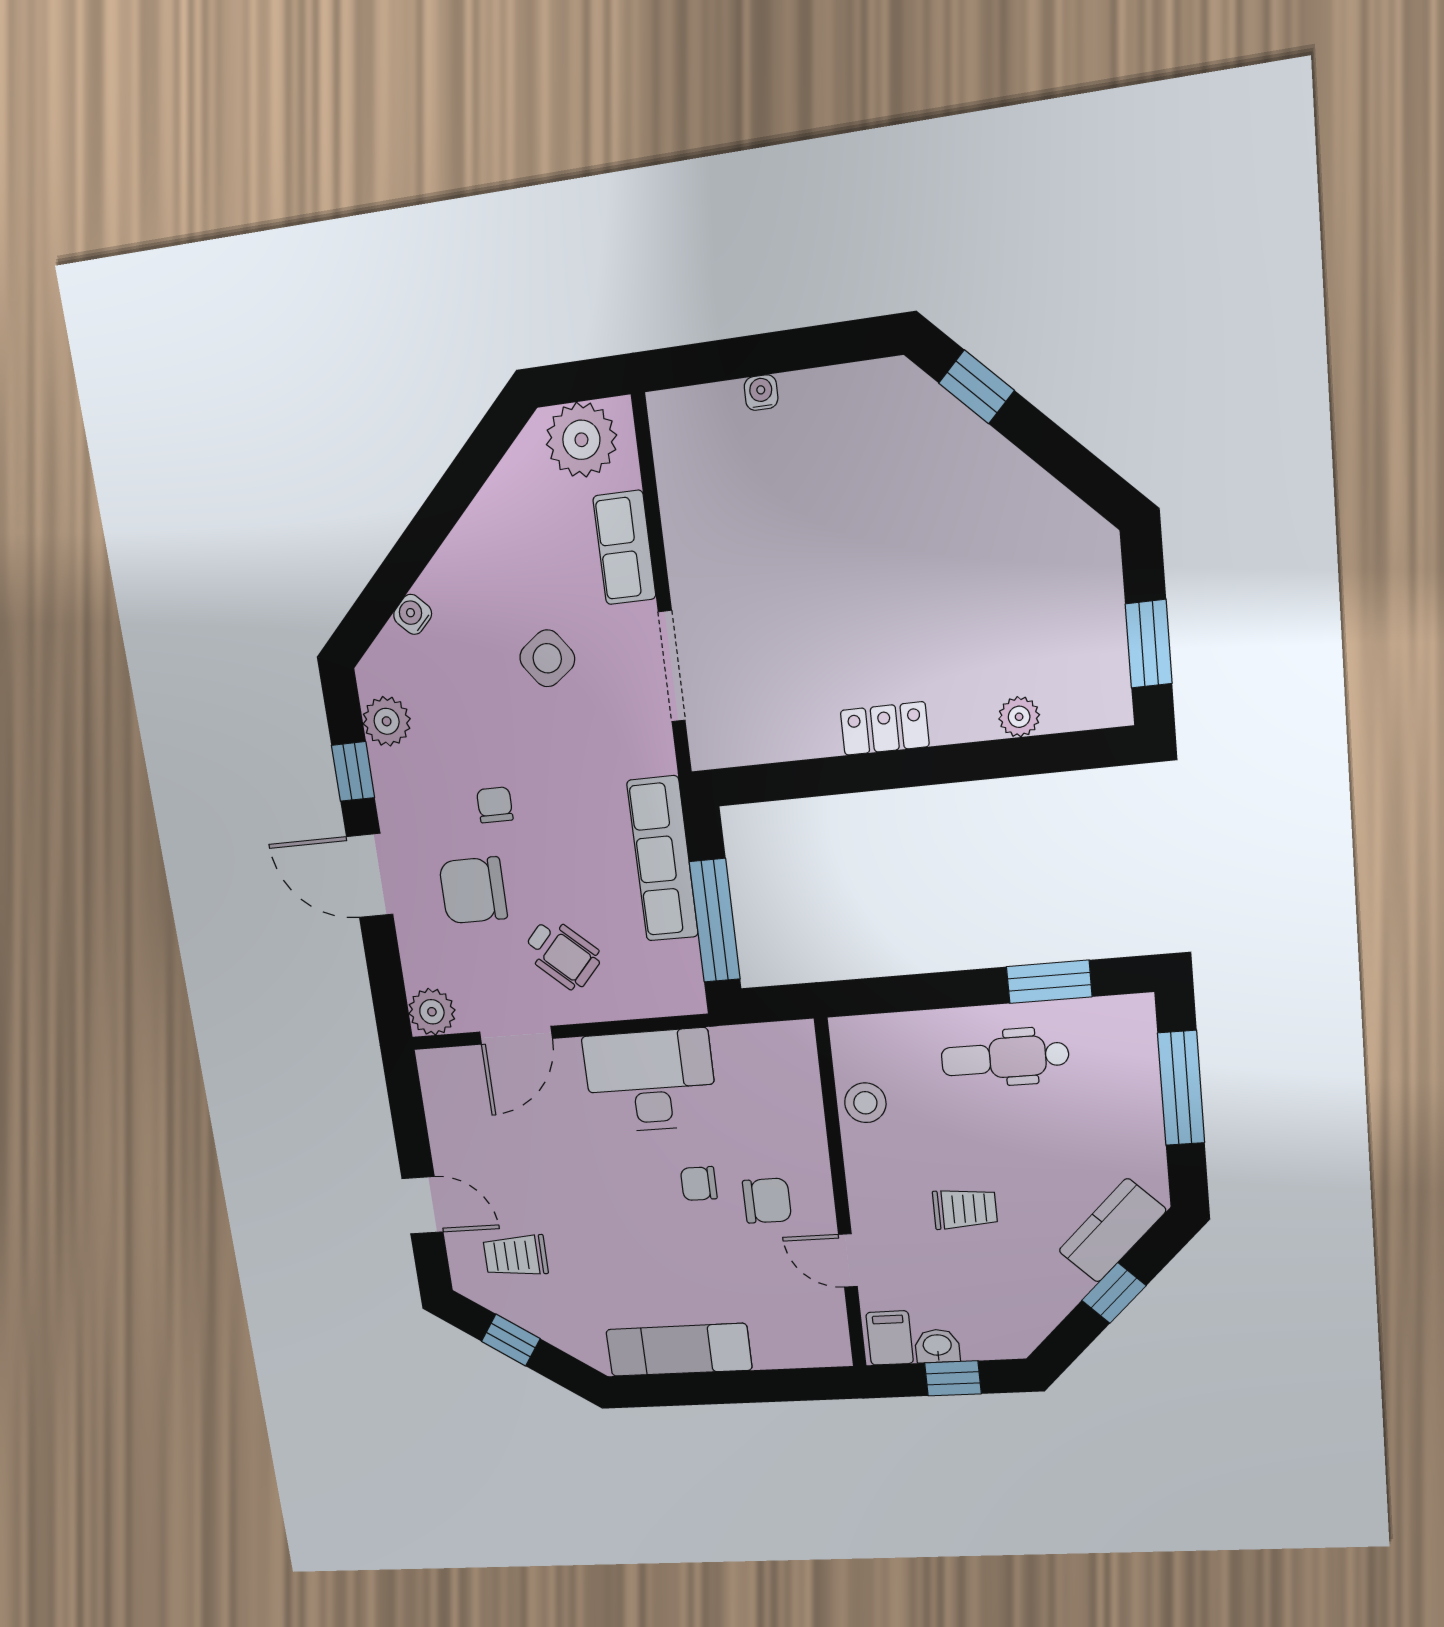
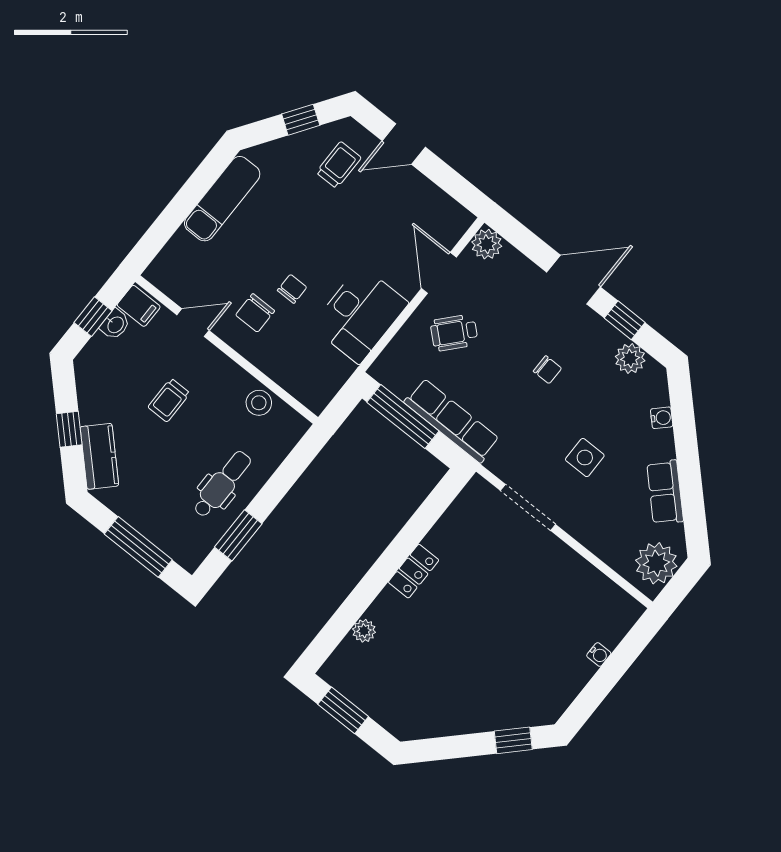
row of seats: (624, 548) -> (665, 492), moved, turned -135
side table: (547, 658) -> (585, 458), turned 36
chair: (473, 890) -> (521, 321), removed

